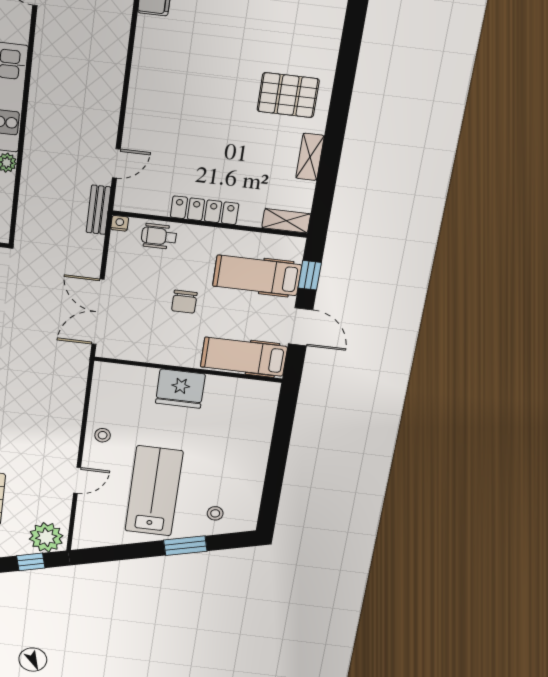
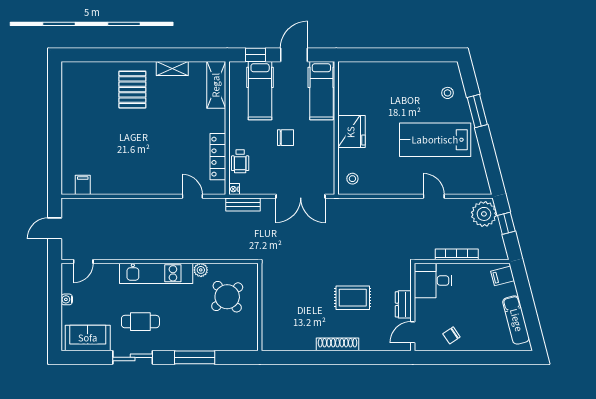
bench: (99, 210) -> (243, 205), moved
locker: (204, 210) -> (218, 157), moved
shelving: (286, 221) -> (216, 85), width x1.50, depth x1.33
stool: (103, 435) -> (352, 179), moved

